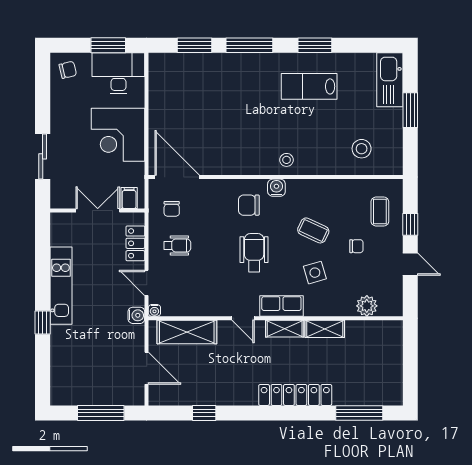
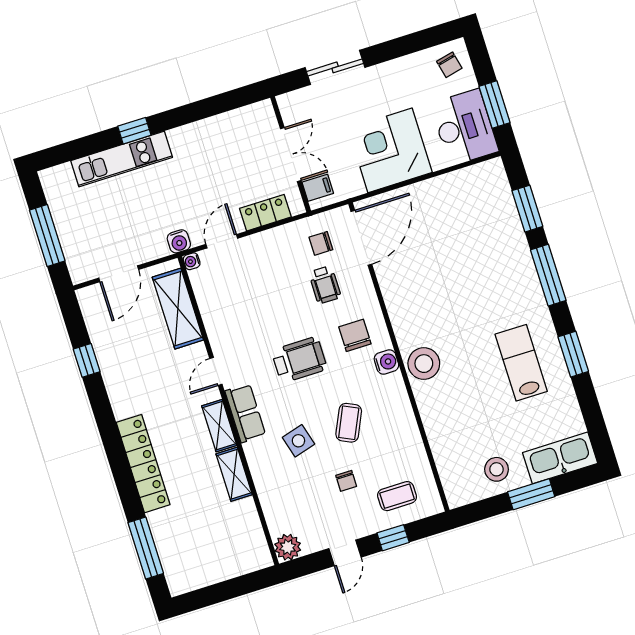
stool: (362, 149) -> (497, 469), moved
stool: (287, 160) -> (424, 364), width x1.89, depth x1.89
wheelchair: (177, 245) -> (325, 285), moved
kitchen unit: (61, 286) -> (122, 159), moved
plant: (367, 306) -> (288, 547), moved

